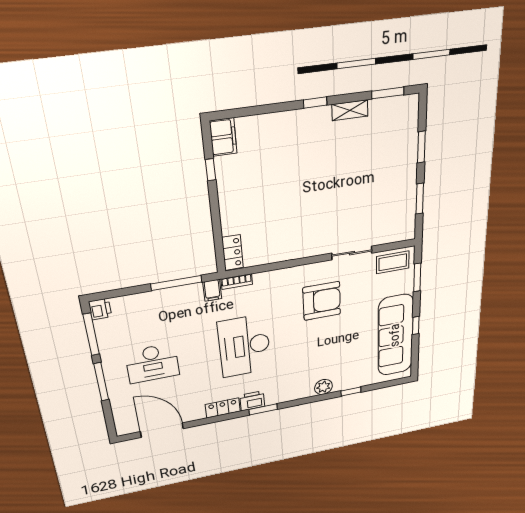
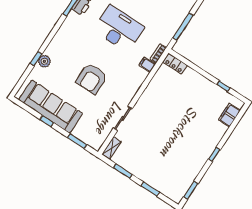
shelving: (350, 110) -> (112, 148), moved
filing cabinet: (223, 137) -> (229, 115), moved, turned 90
coffee table: (393, 262) -> (98, 135), removed
filing cabinet: (212, 290) -> (147, 65), moved
armchair: (322, 301) -> (92, 79), moved
plant: (323, 387) -> (44, 61), moved

